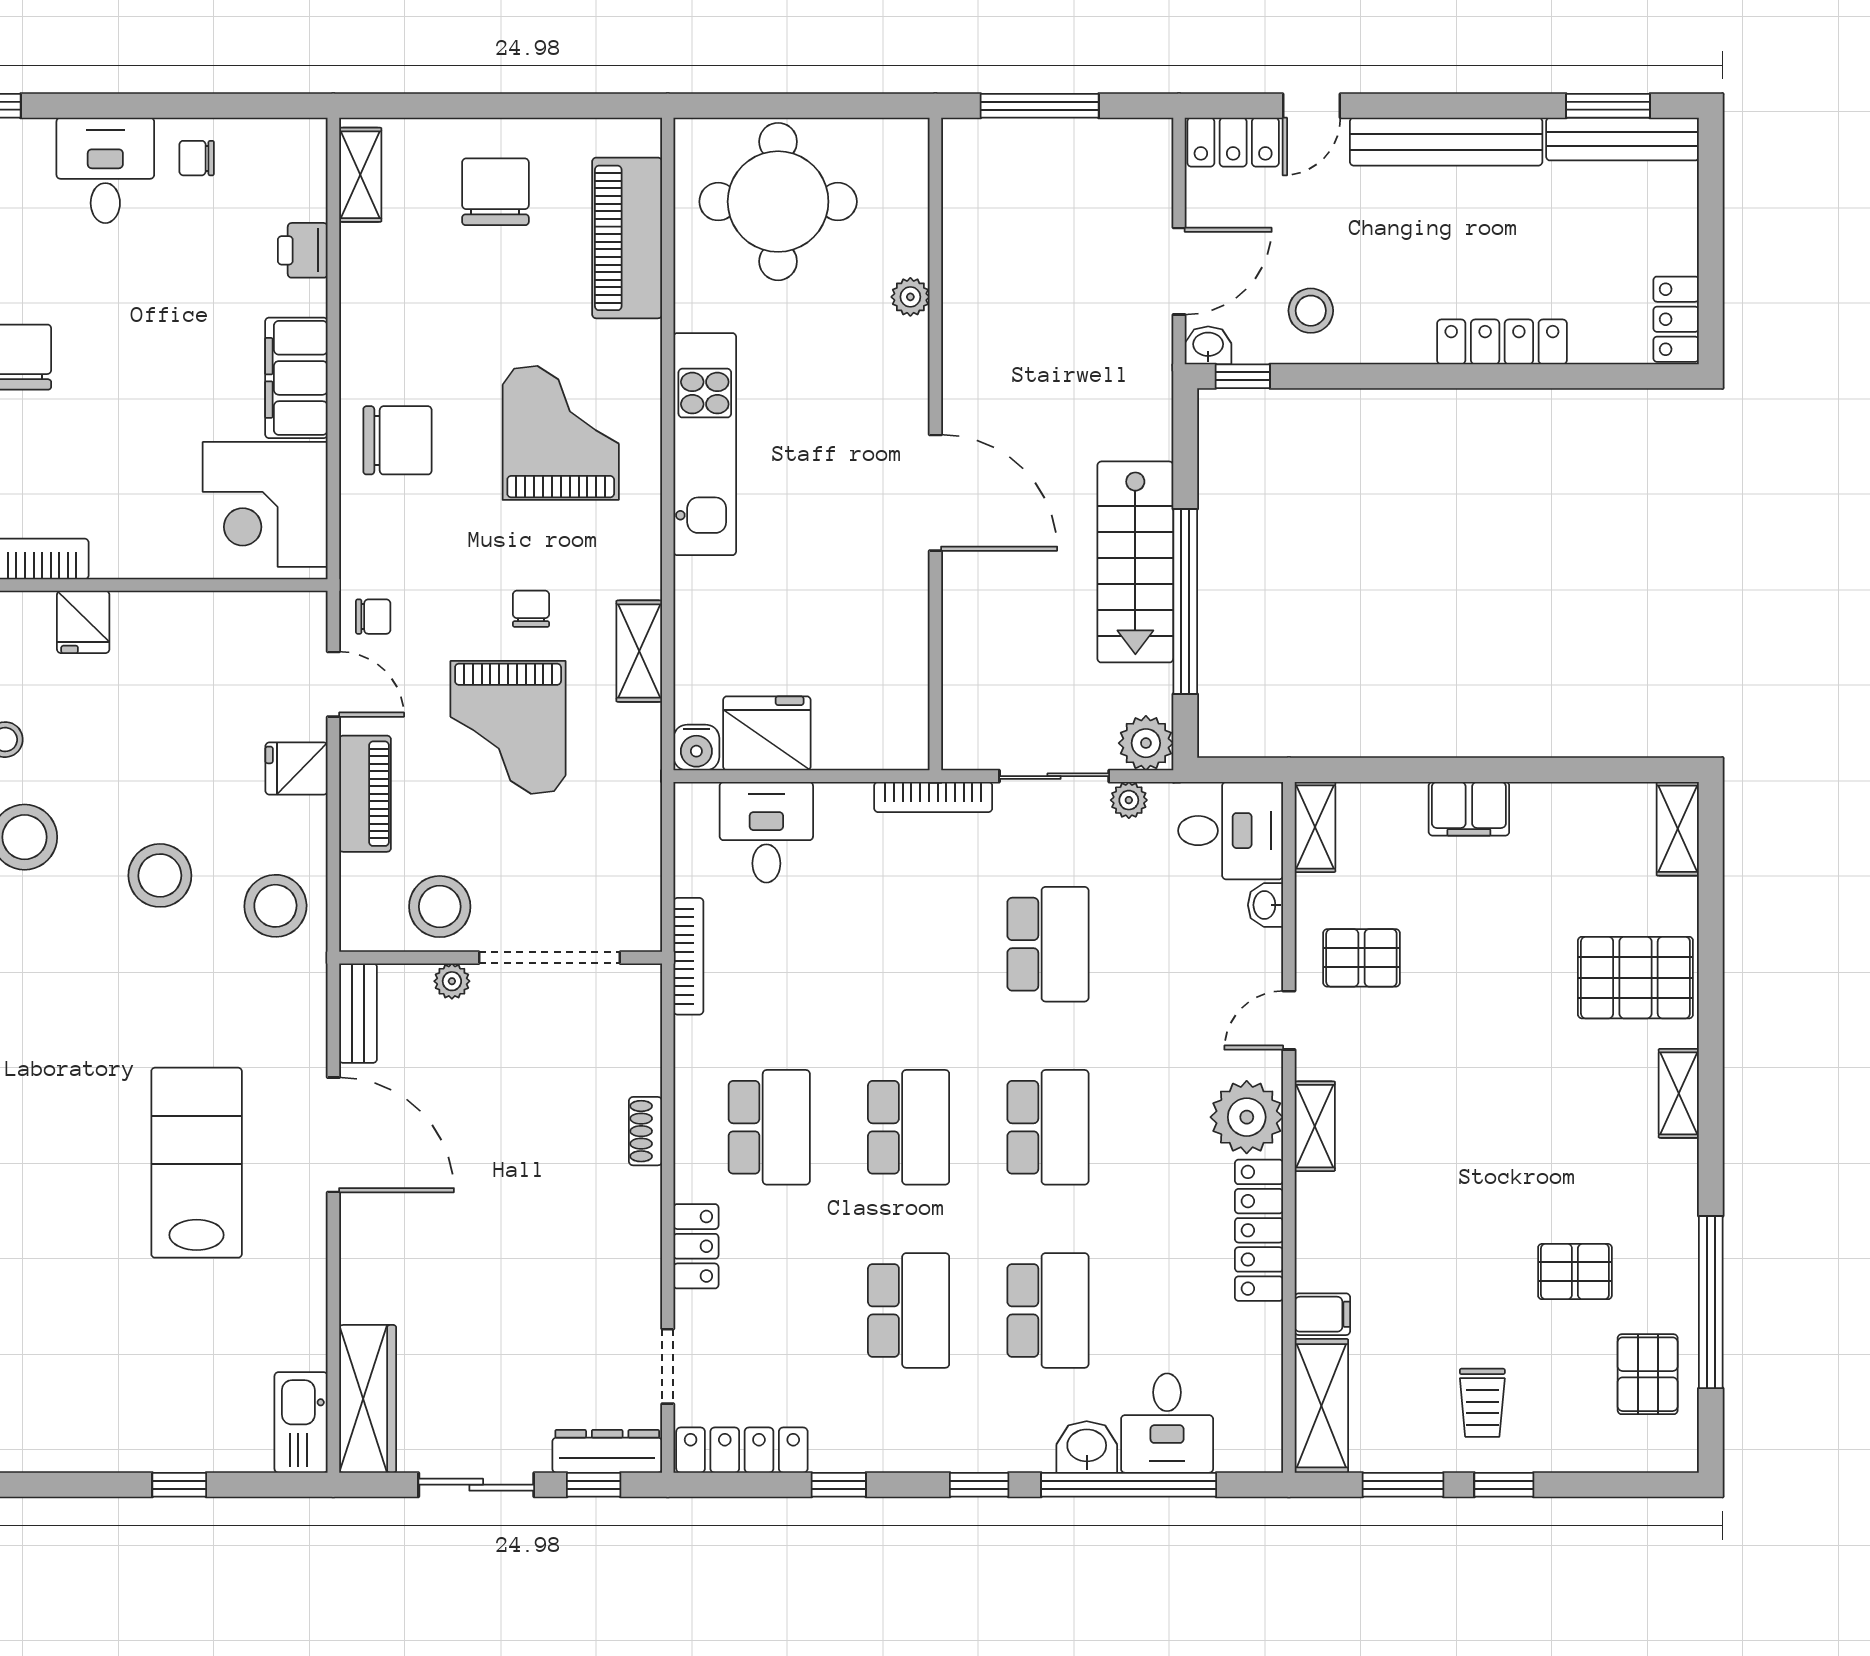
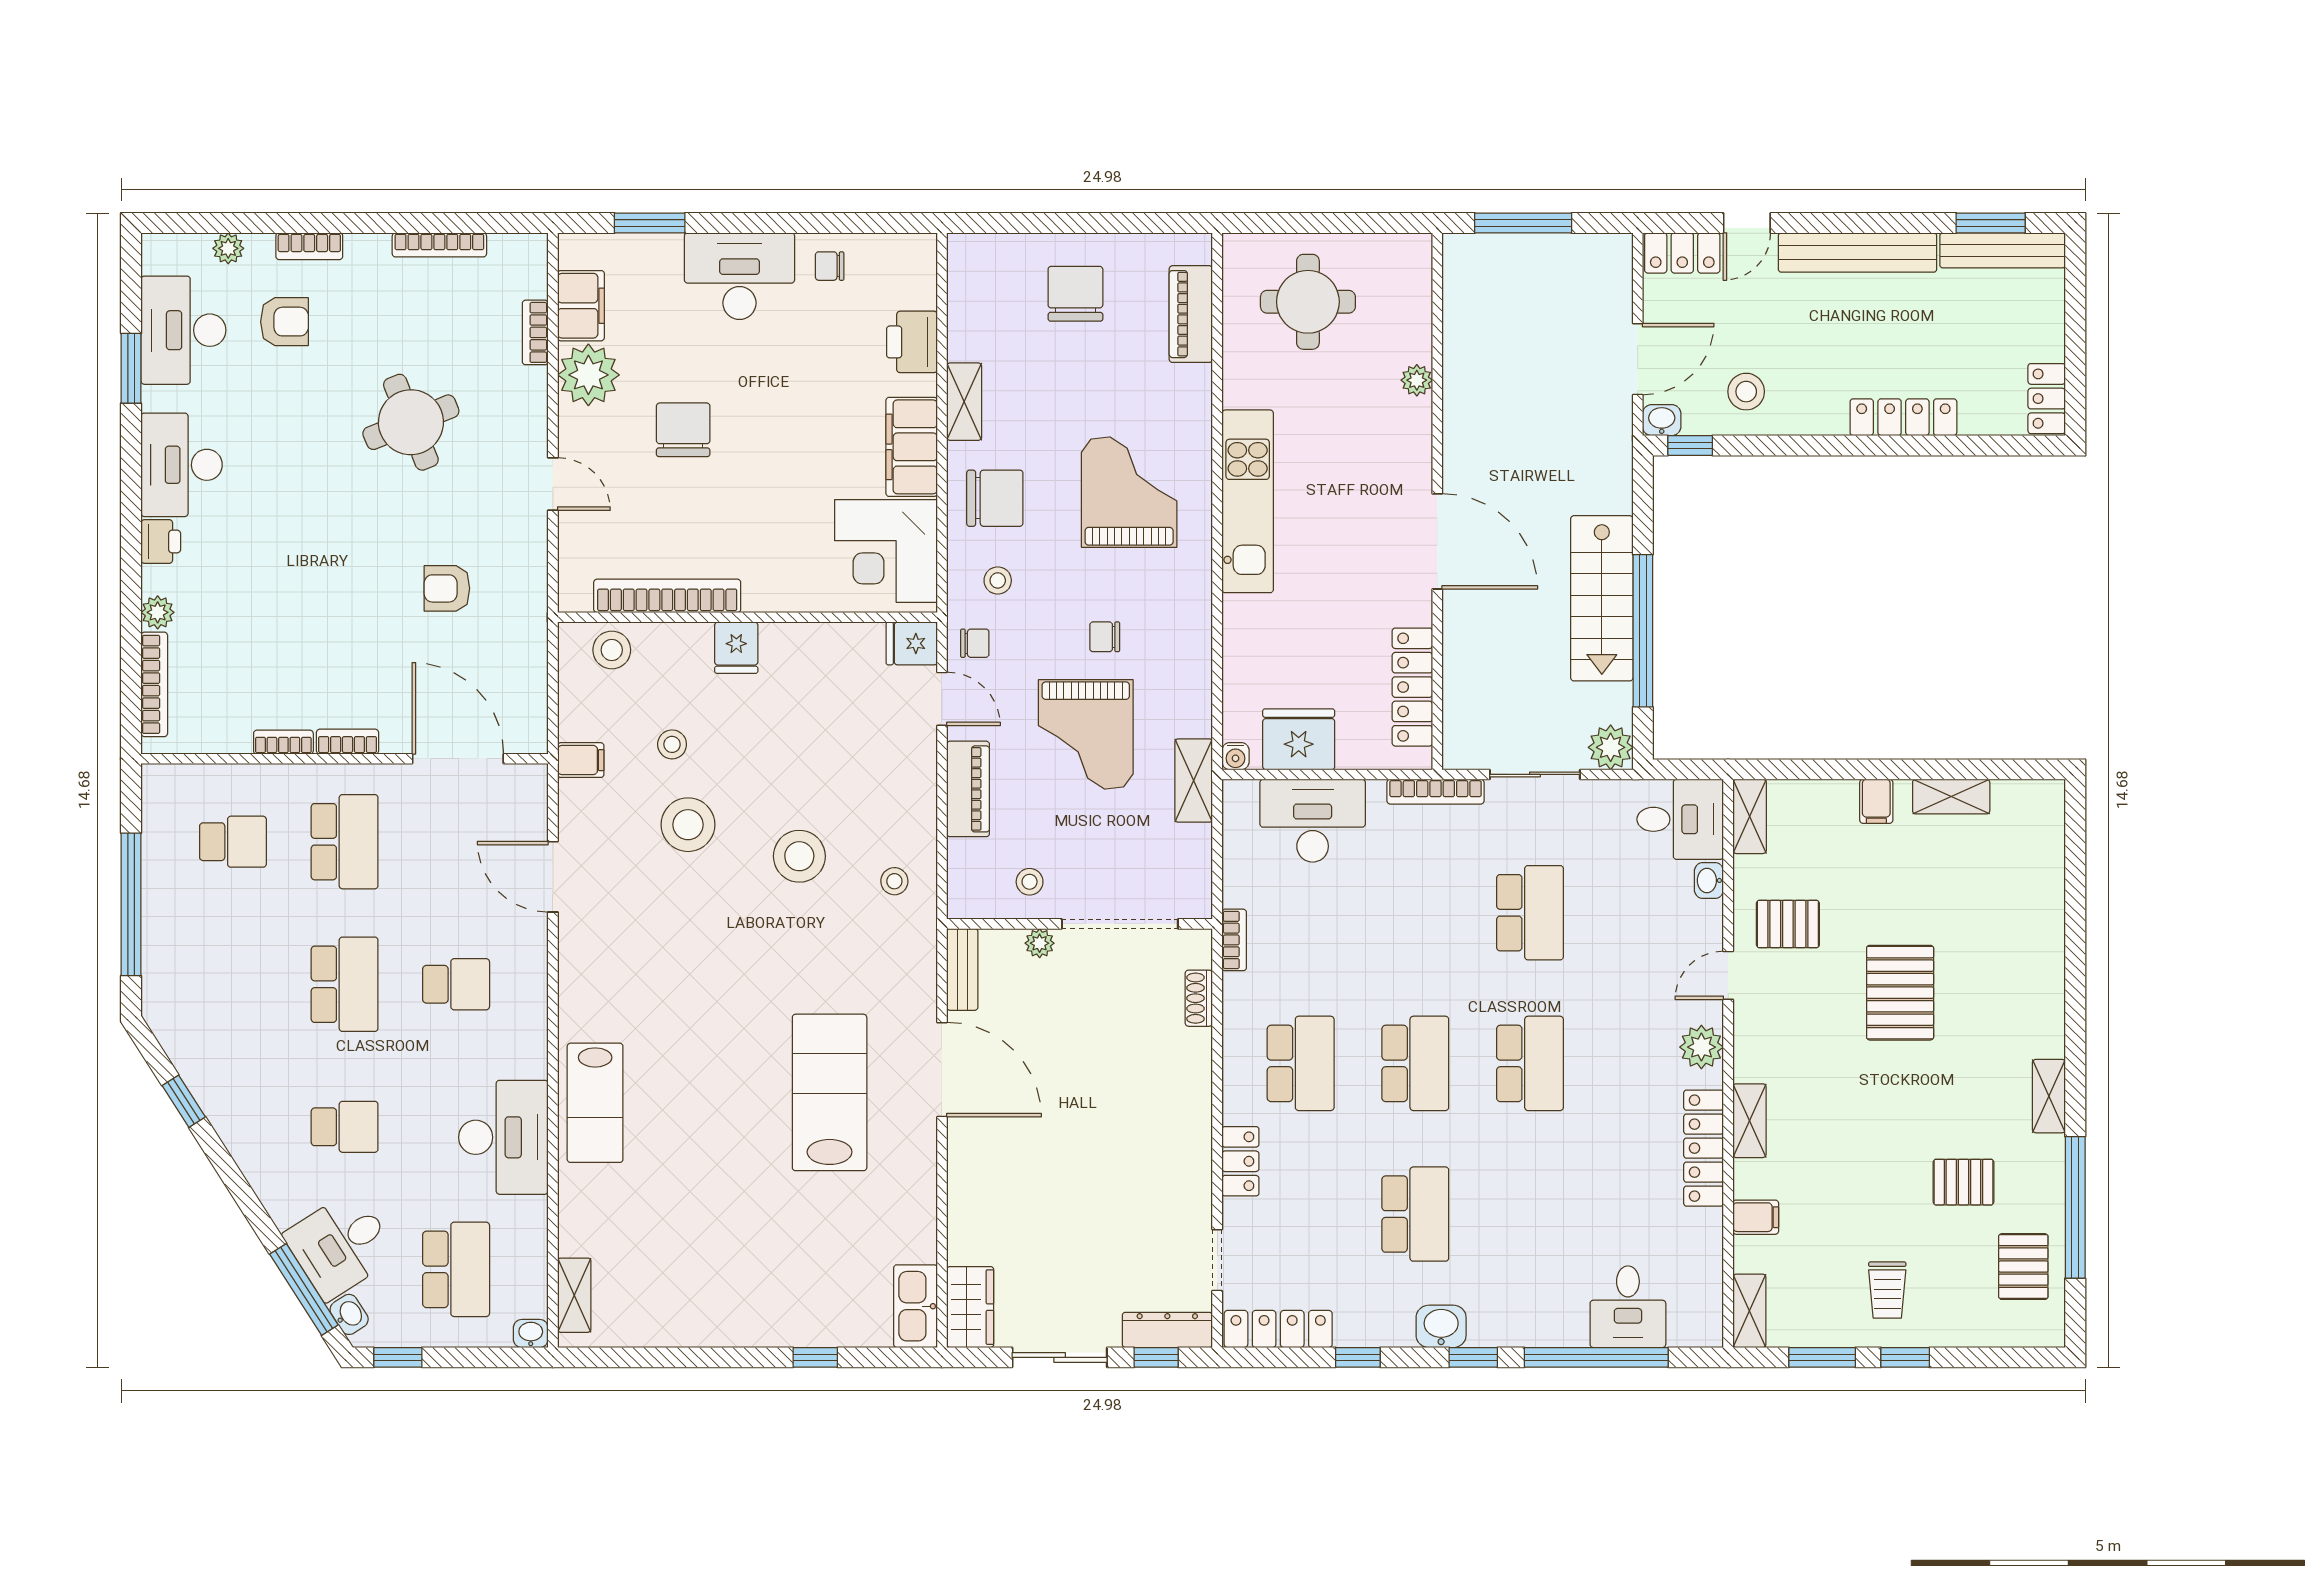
desk: (105, 170) -> (739, 276), width x1.37
shelving: (360, 175) -> (964, 402), moved
round table: (778, 202) -> (1308, 302), width x0.73, depth x0.73
piano: (627, 238) -> (1191, 314), width x0.73, depth x0.75
printer: (303, 250) -> (912, 342), width x1.36, depth x1.24
stool: (401, 540) -> (998, 580), added
chair: (531, 609) -> (1105, 637), turned -90
shelving: (639, 651) -> (1194, 781), moved
locker: (905, 670) -> (1412, 687), added
water cooler: (696, 747) -> (1235, 756), width x0.72, depth x0.72
fridge: (296, 768) -> (912, 643), moved
plant: (1129, 800) -> (1596, 794), removed
filing cabinet: (1469, 809) -> (1876, 801), width x0.50
shelving: (1678, 829) -> (1951, 797), moved, turned 90
desk: (766, 832) -> (1313, 821), width x1.37
stool: (275, 906) -> (894, 881), width x0.53, depth x0.53
stool: (440, 907) -> (1030, 882), width x0.53, depth x0.53
bookcase: (688, 956) -> (1234, 940), width x0.64
pallet: (1635, 978) -> (1900, 993), moved, turned 90
shelving: (1679, 1093) -> (2049, 1096), moved
plant: (1247, 1117) -> (1701, 1047), width x0.73, depth x0.73
shelving: (1315, 1126) -> (1749, 1121), moved
shoe rack: (645, 1131) -> (1199, 998), moved
school desk: (1048, 1310) -> (1530, 1214), removed
wardrobe: (368, 1399) -> (970, 1307), width x0.67
shelving: (1321, 1406) -> (1749, 1311), width x0.67, depth x0.75
washbasin: (1087, 1447) -> (1441, 1326), moved

